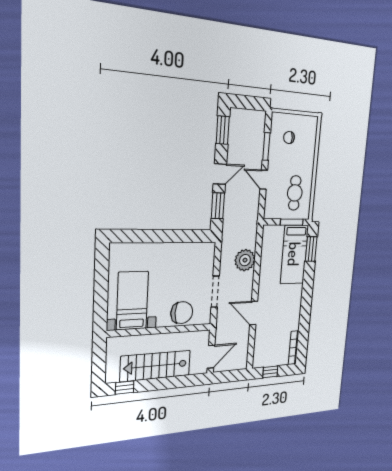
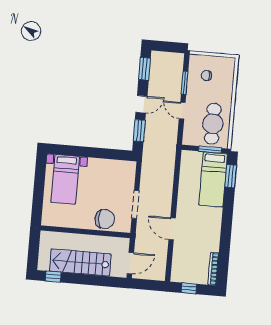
cafe table: (295, 193) -> (213, 124), width x1.37, depth x1.35
plant: (245, 260) -> (164, 180), removed
bed with nightstands: (132, 301) -> (65, 179), moved, turned 180

